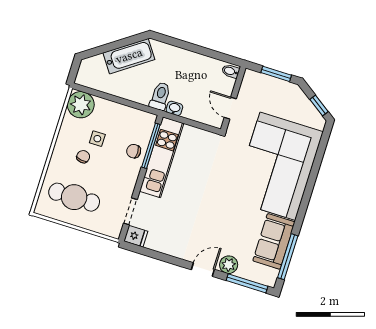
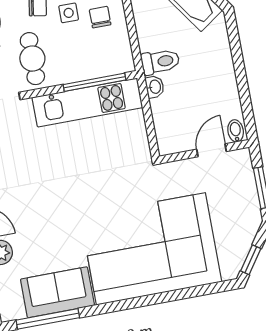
door: (230, 108) -> (212, 150), moved
chair: (134, 151) -> (100, 17), moved
cafe table: (114, 178) -> (32, 59), added

